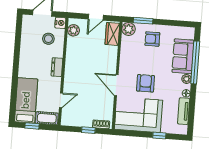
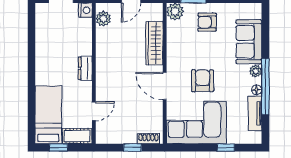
wardrobe: (112, 34) -> (154, 43), moved, width x1.50
stool: (48, 39) -> (71, 32), removed
window: (195, 62) -> (265, 87), moved

